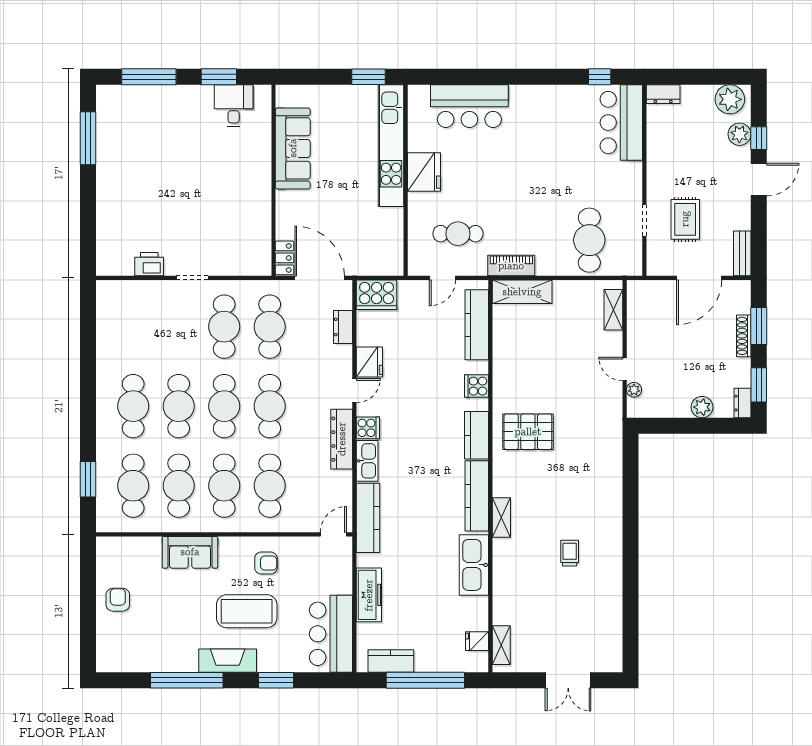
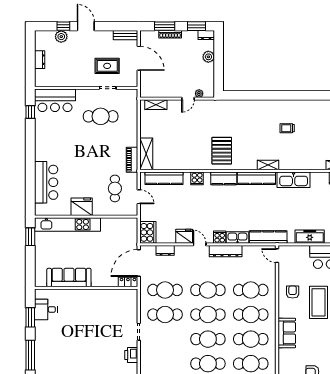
dresser: (663, 94) -> (40, 60), moved
plant: (730, 99) -> (42, 42), removed
cafe table: (589, 240) -> (101, 116), moved

